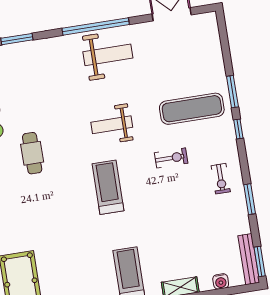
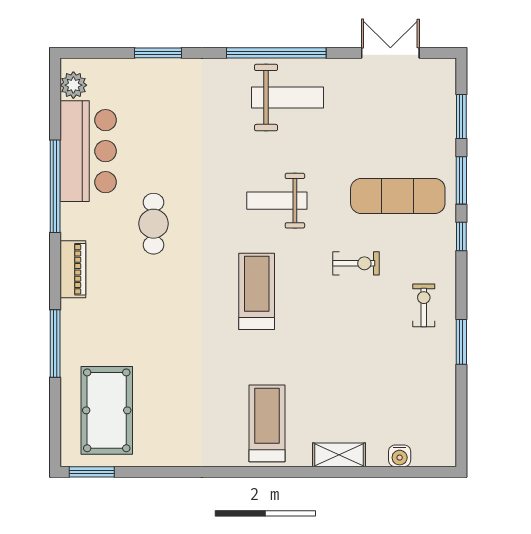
exercise bike: (221, 179) -> (424, 305), turned 180
bench: (249, 259) -> (446, 430), removed
window: (260, 262) -> (461, 116), moved

